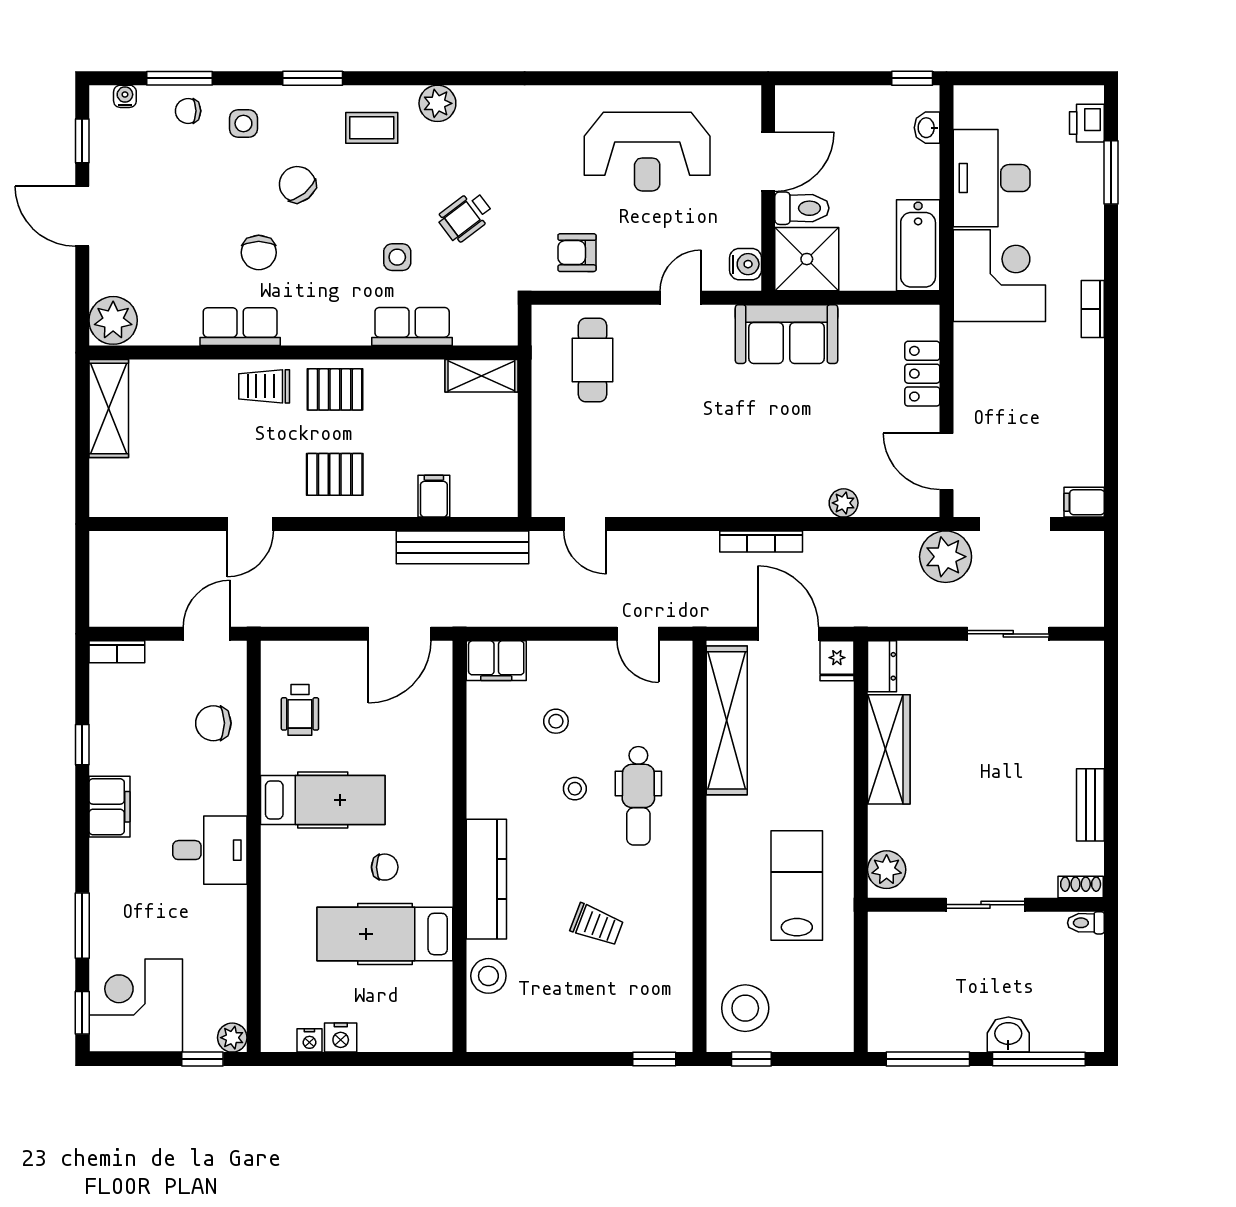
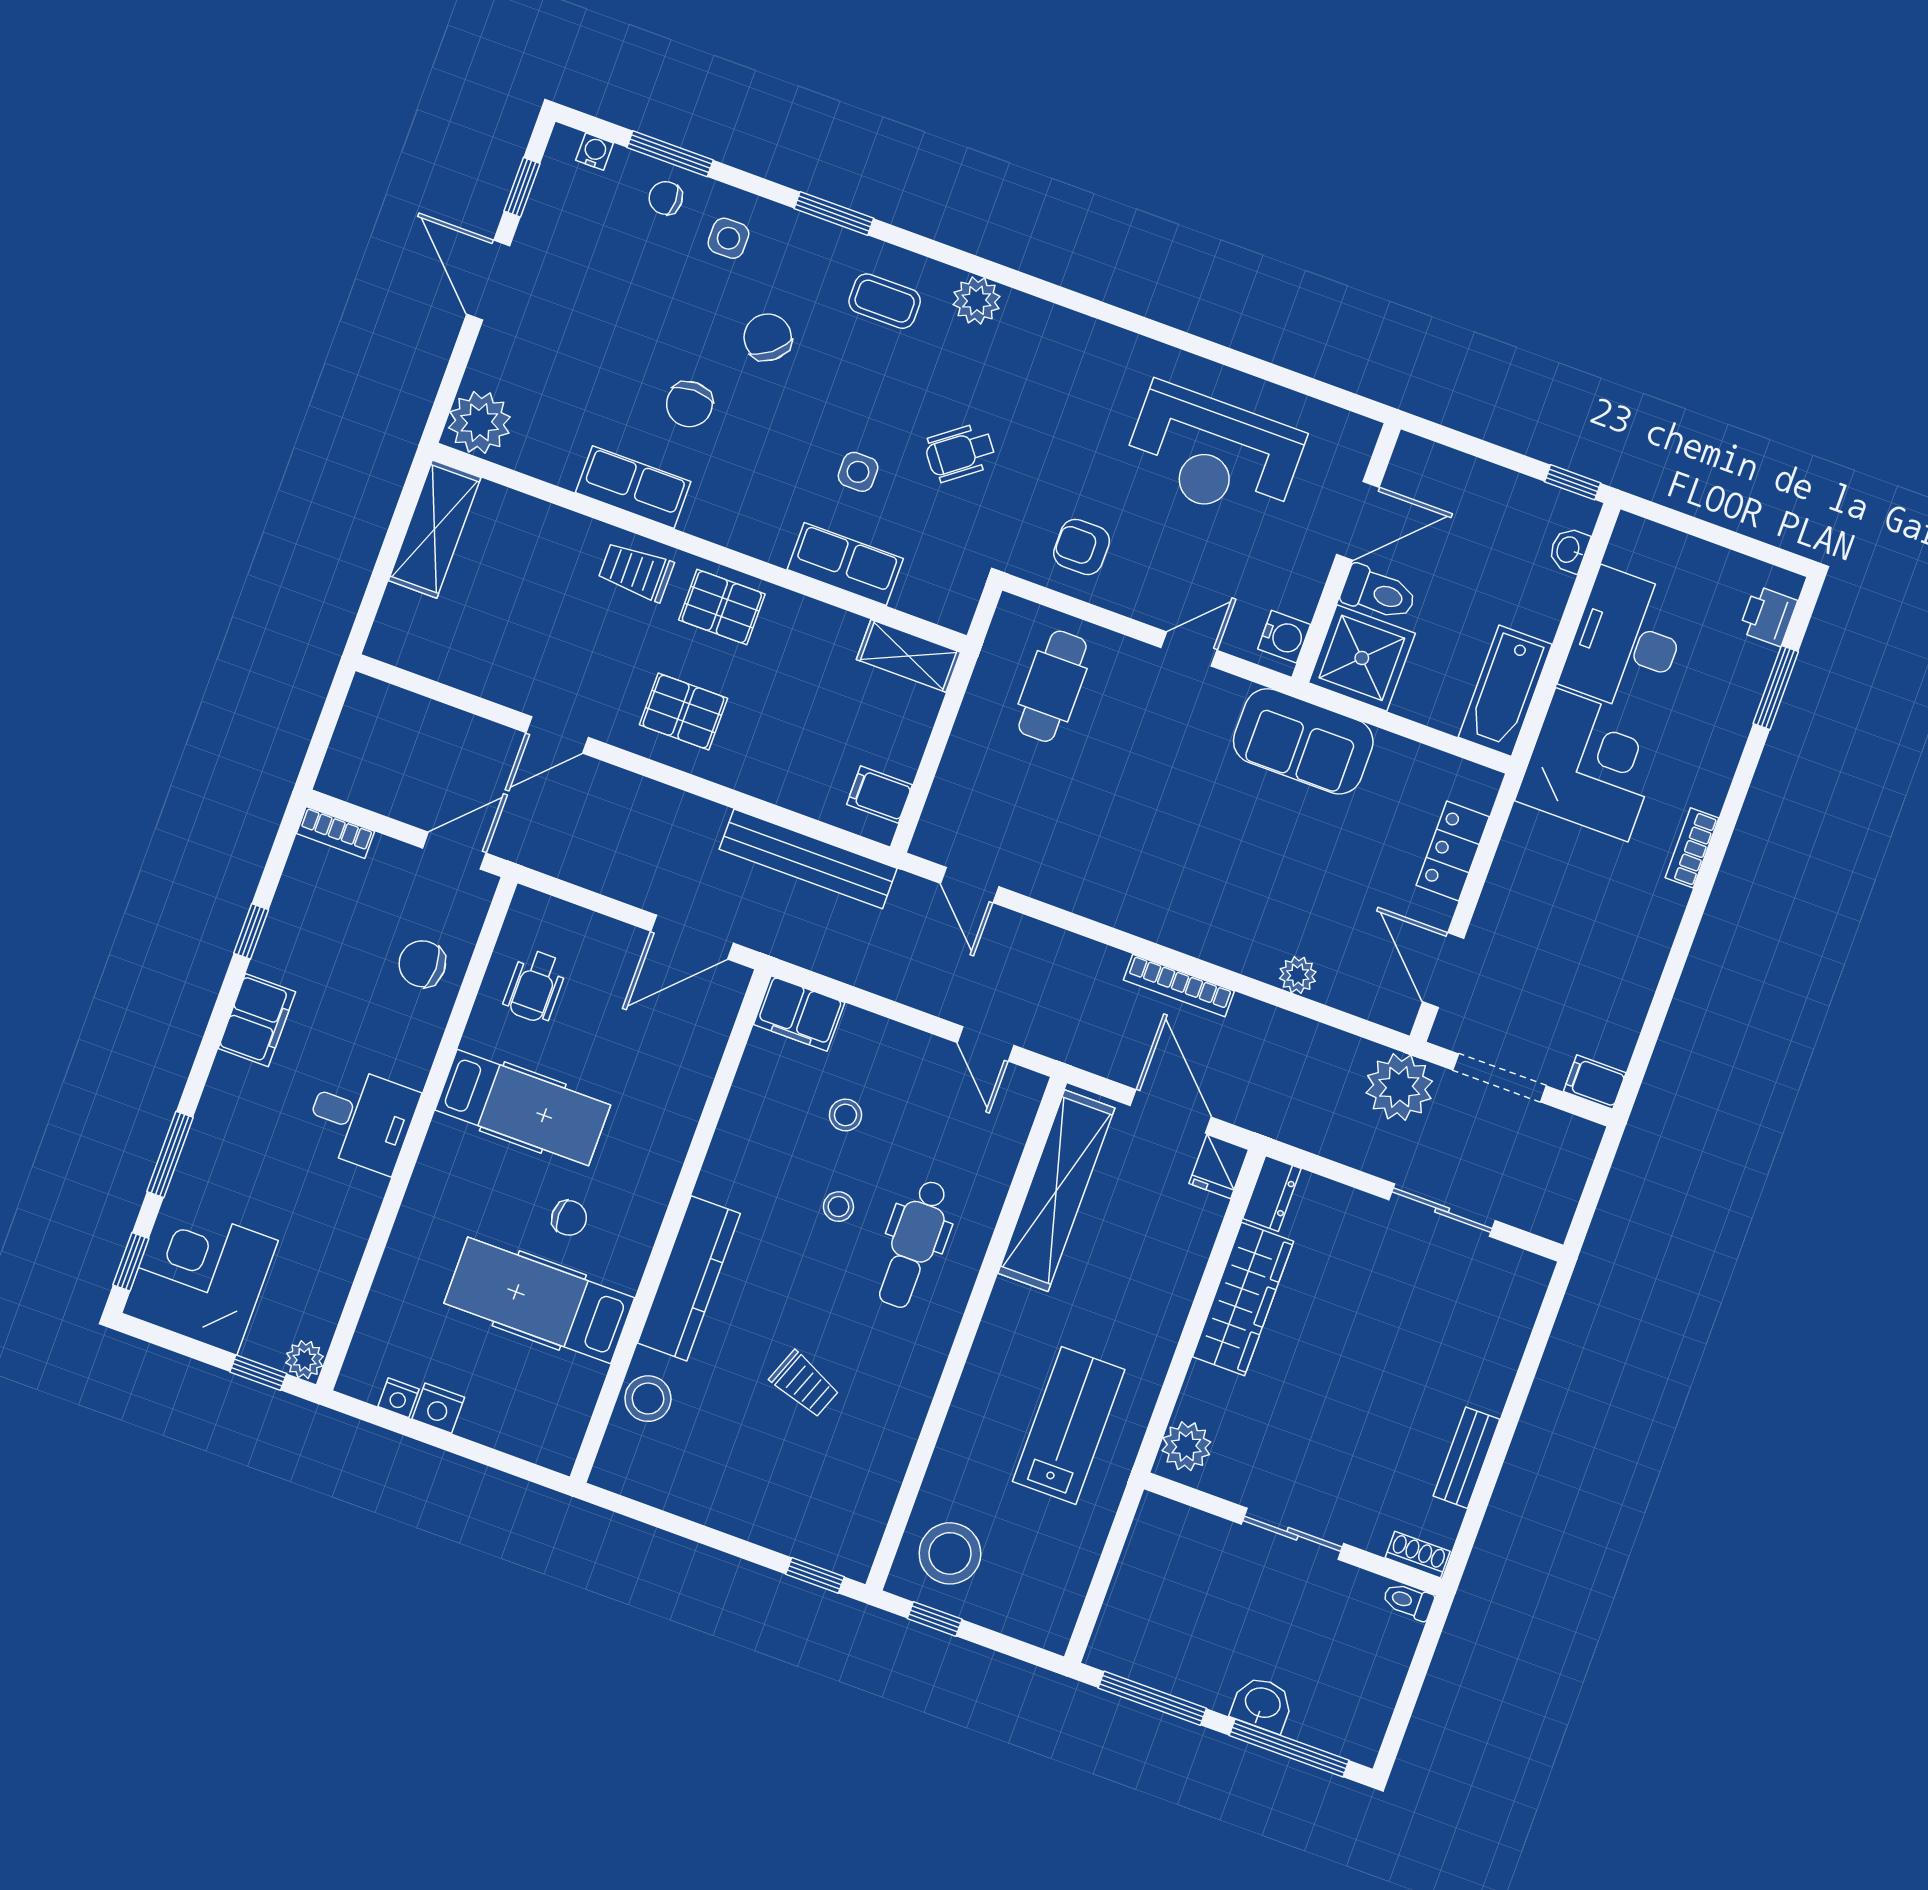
filing cabinet: (434, 496) -> (879, 795), moved, turned -90

